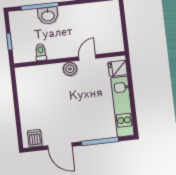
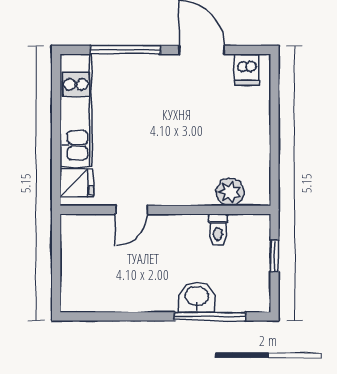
plant: (70, 69) -> (230, 192), moved

